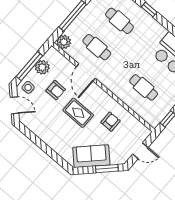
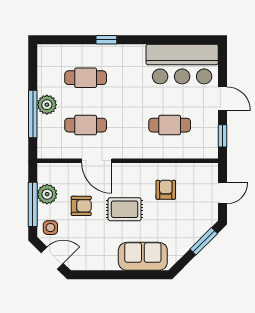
plant: (64, 42) -> (47, 105), moved
sofa: (91, 156) -> (143, 256), moved, turned 45

